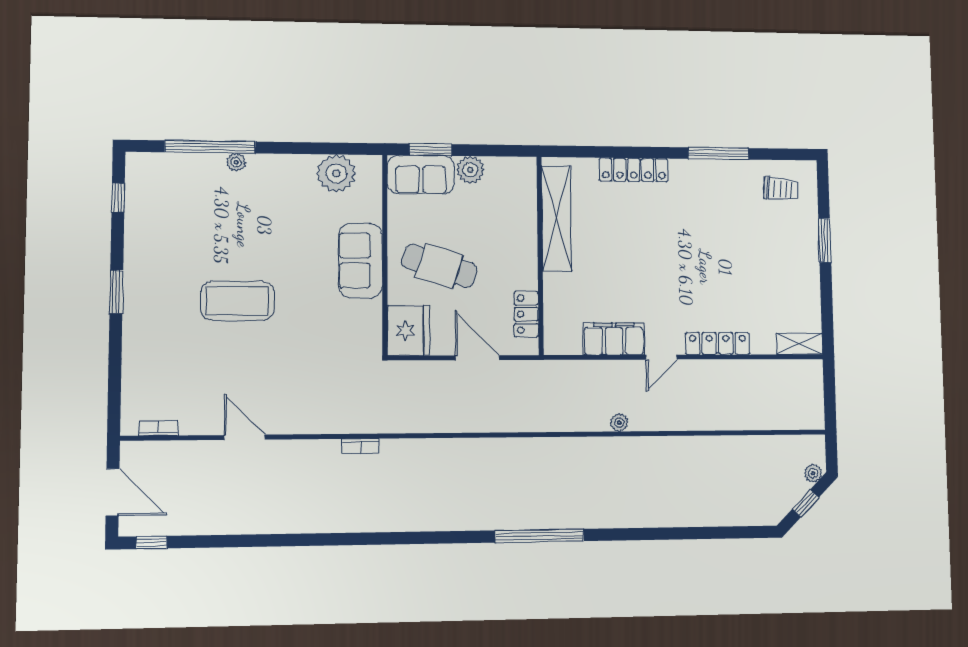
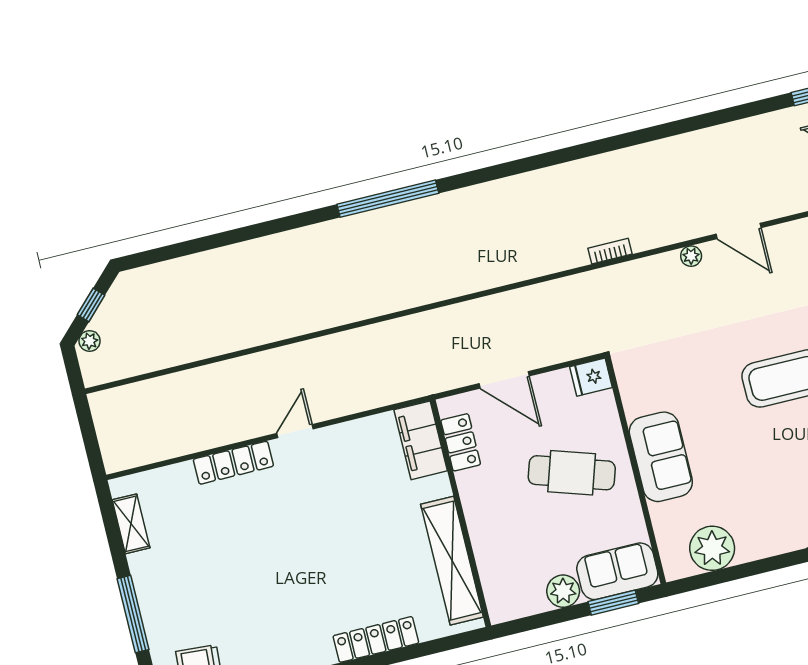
window: (825, 240) -> (133, 614), width x1.44
fridge: (409, 330) -> (591, 377), width x0.53, depth x0.75
filing cabinet: (614, 339) -> (421, 440), moved, turned 90
shelving: (799, 344) -> (131, 524), moved, turned 90
plant: (619, 423) -> (691, 256), moved

